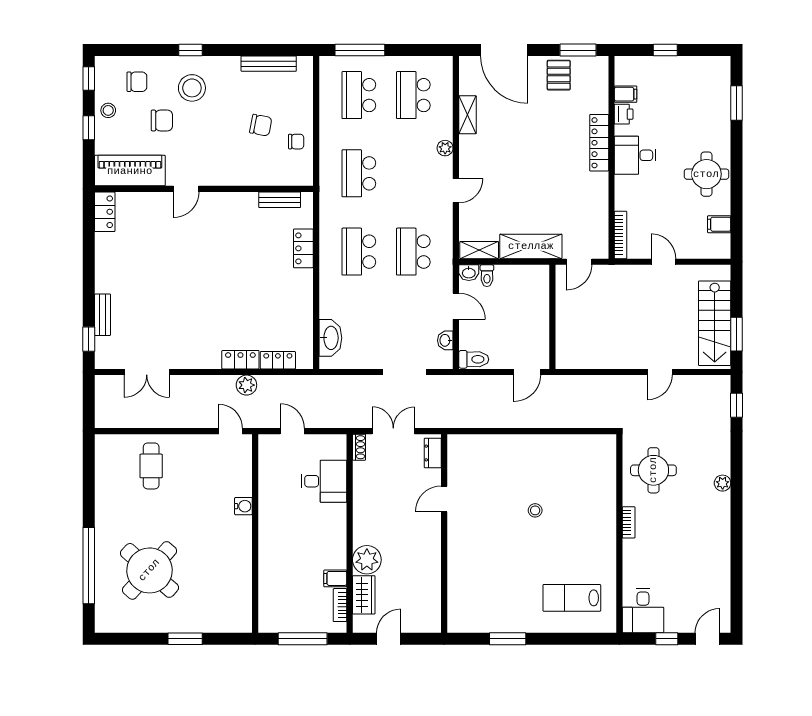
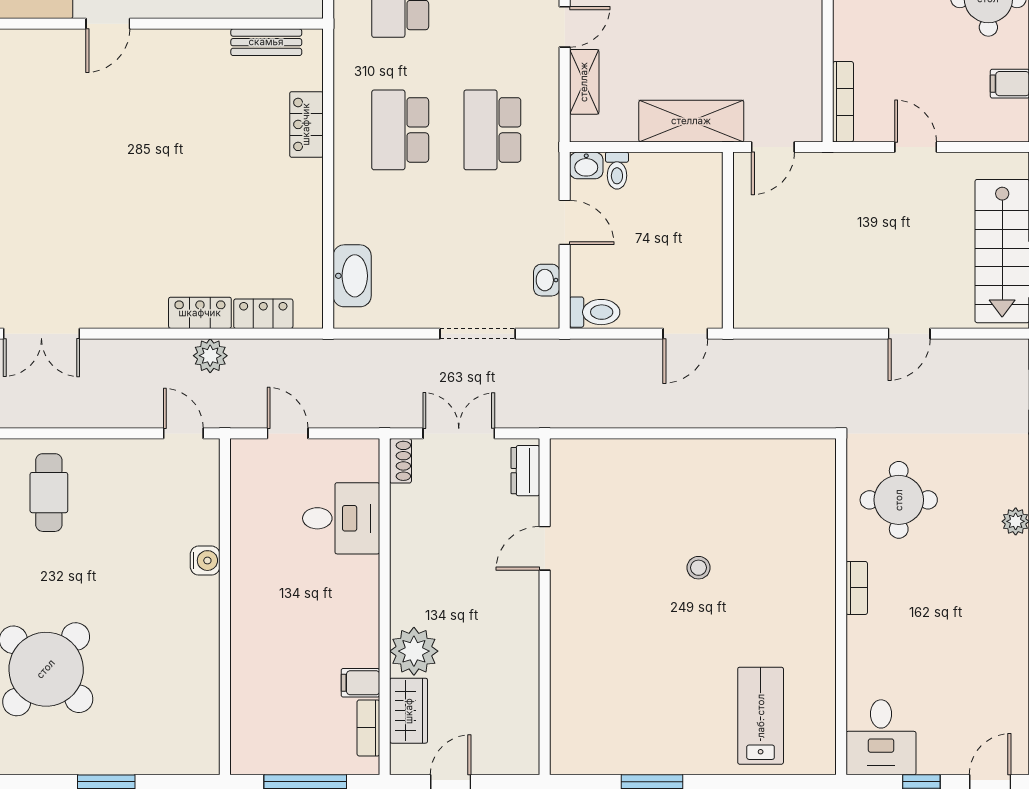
shelving: (479, 250) -> (584, 82), moved, turned 90
lab bench: (572, 598) -> (761, 716), turned 90

